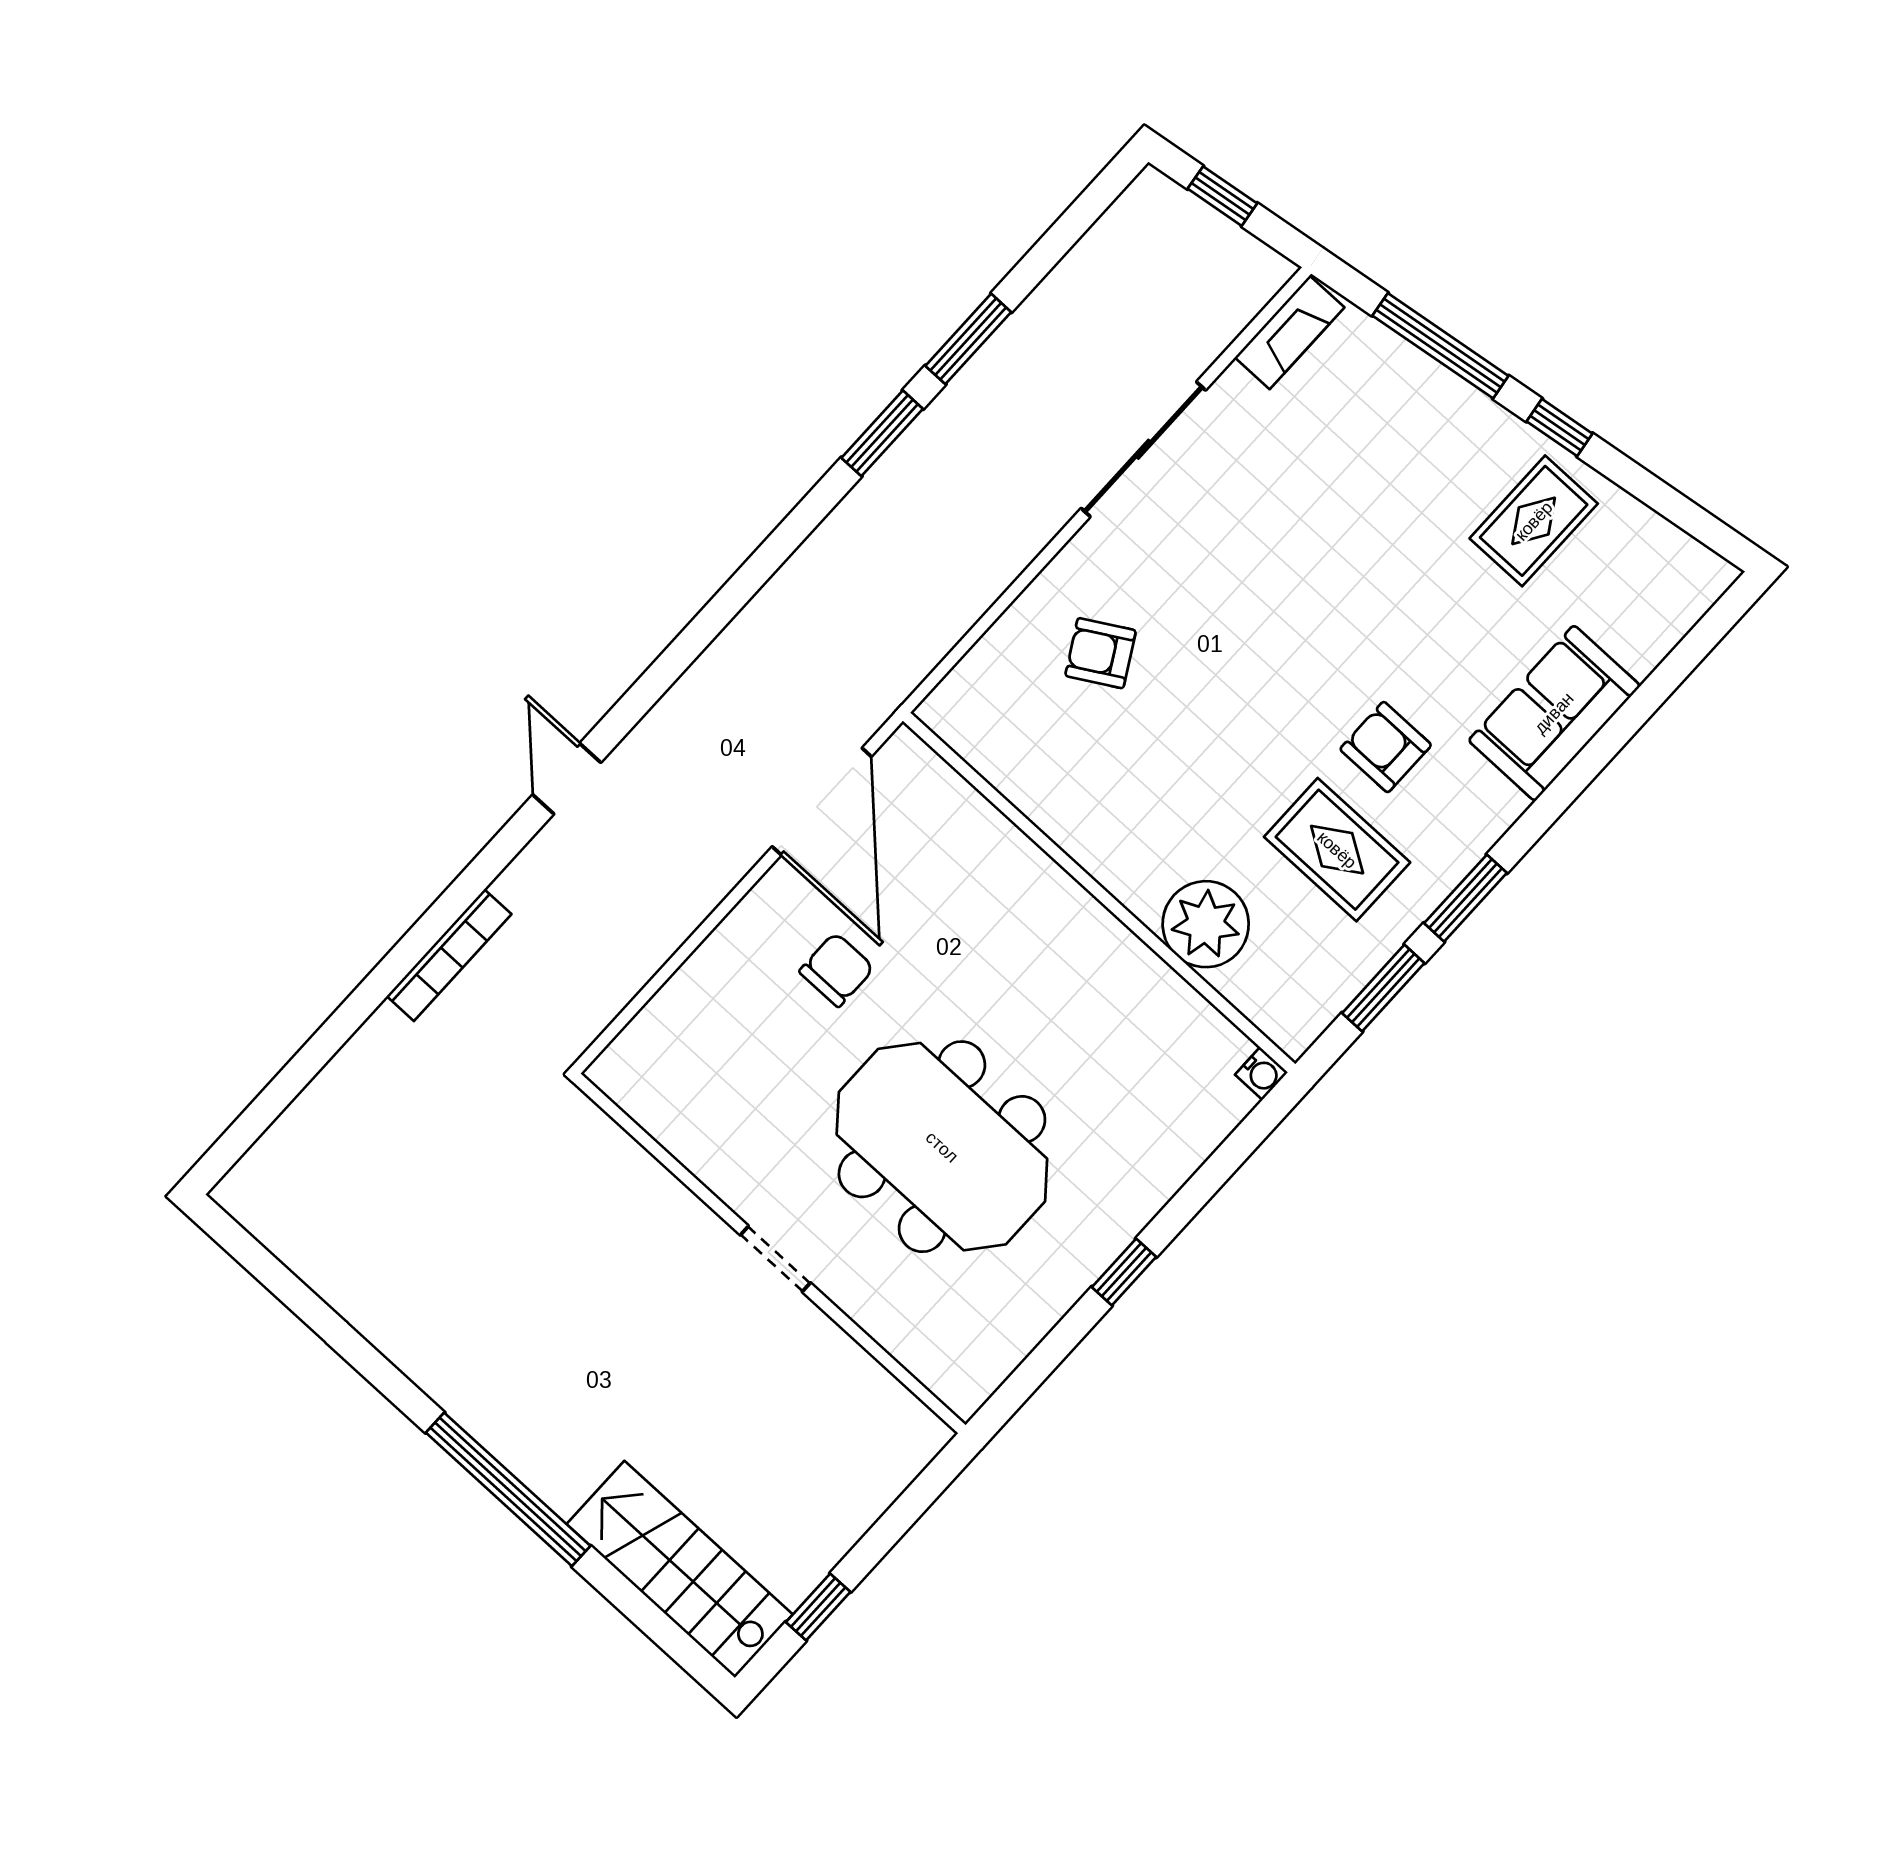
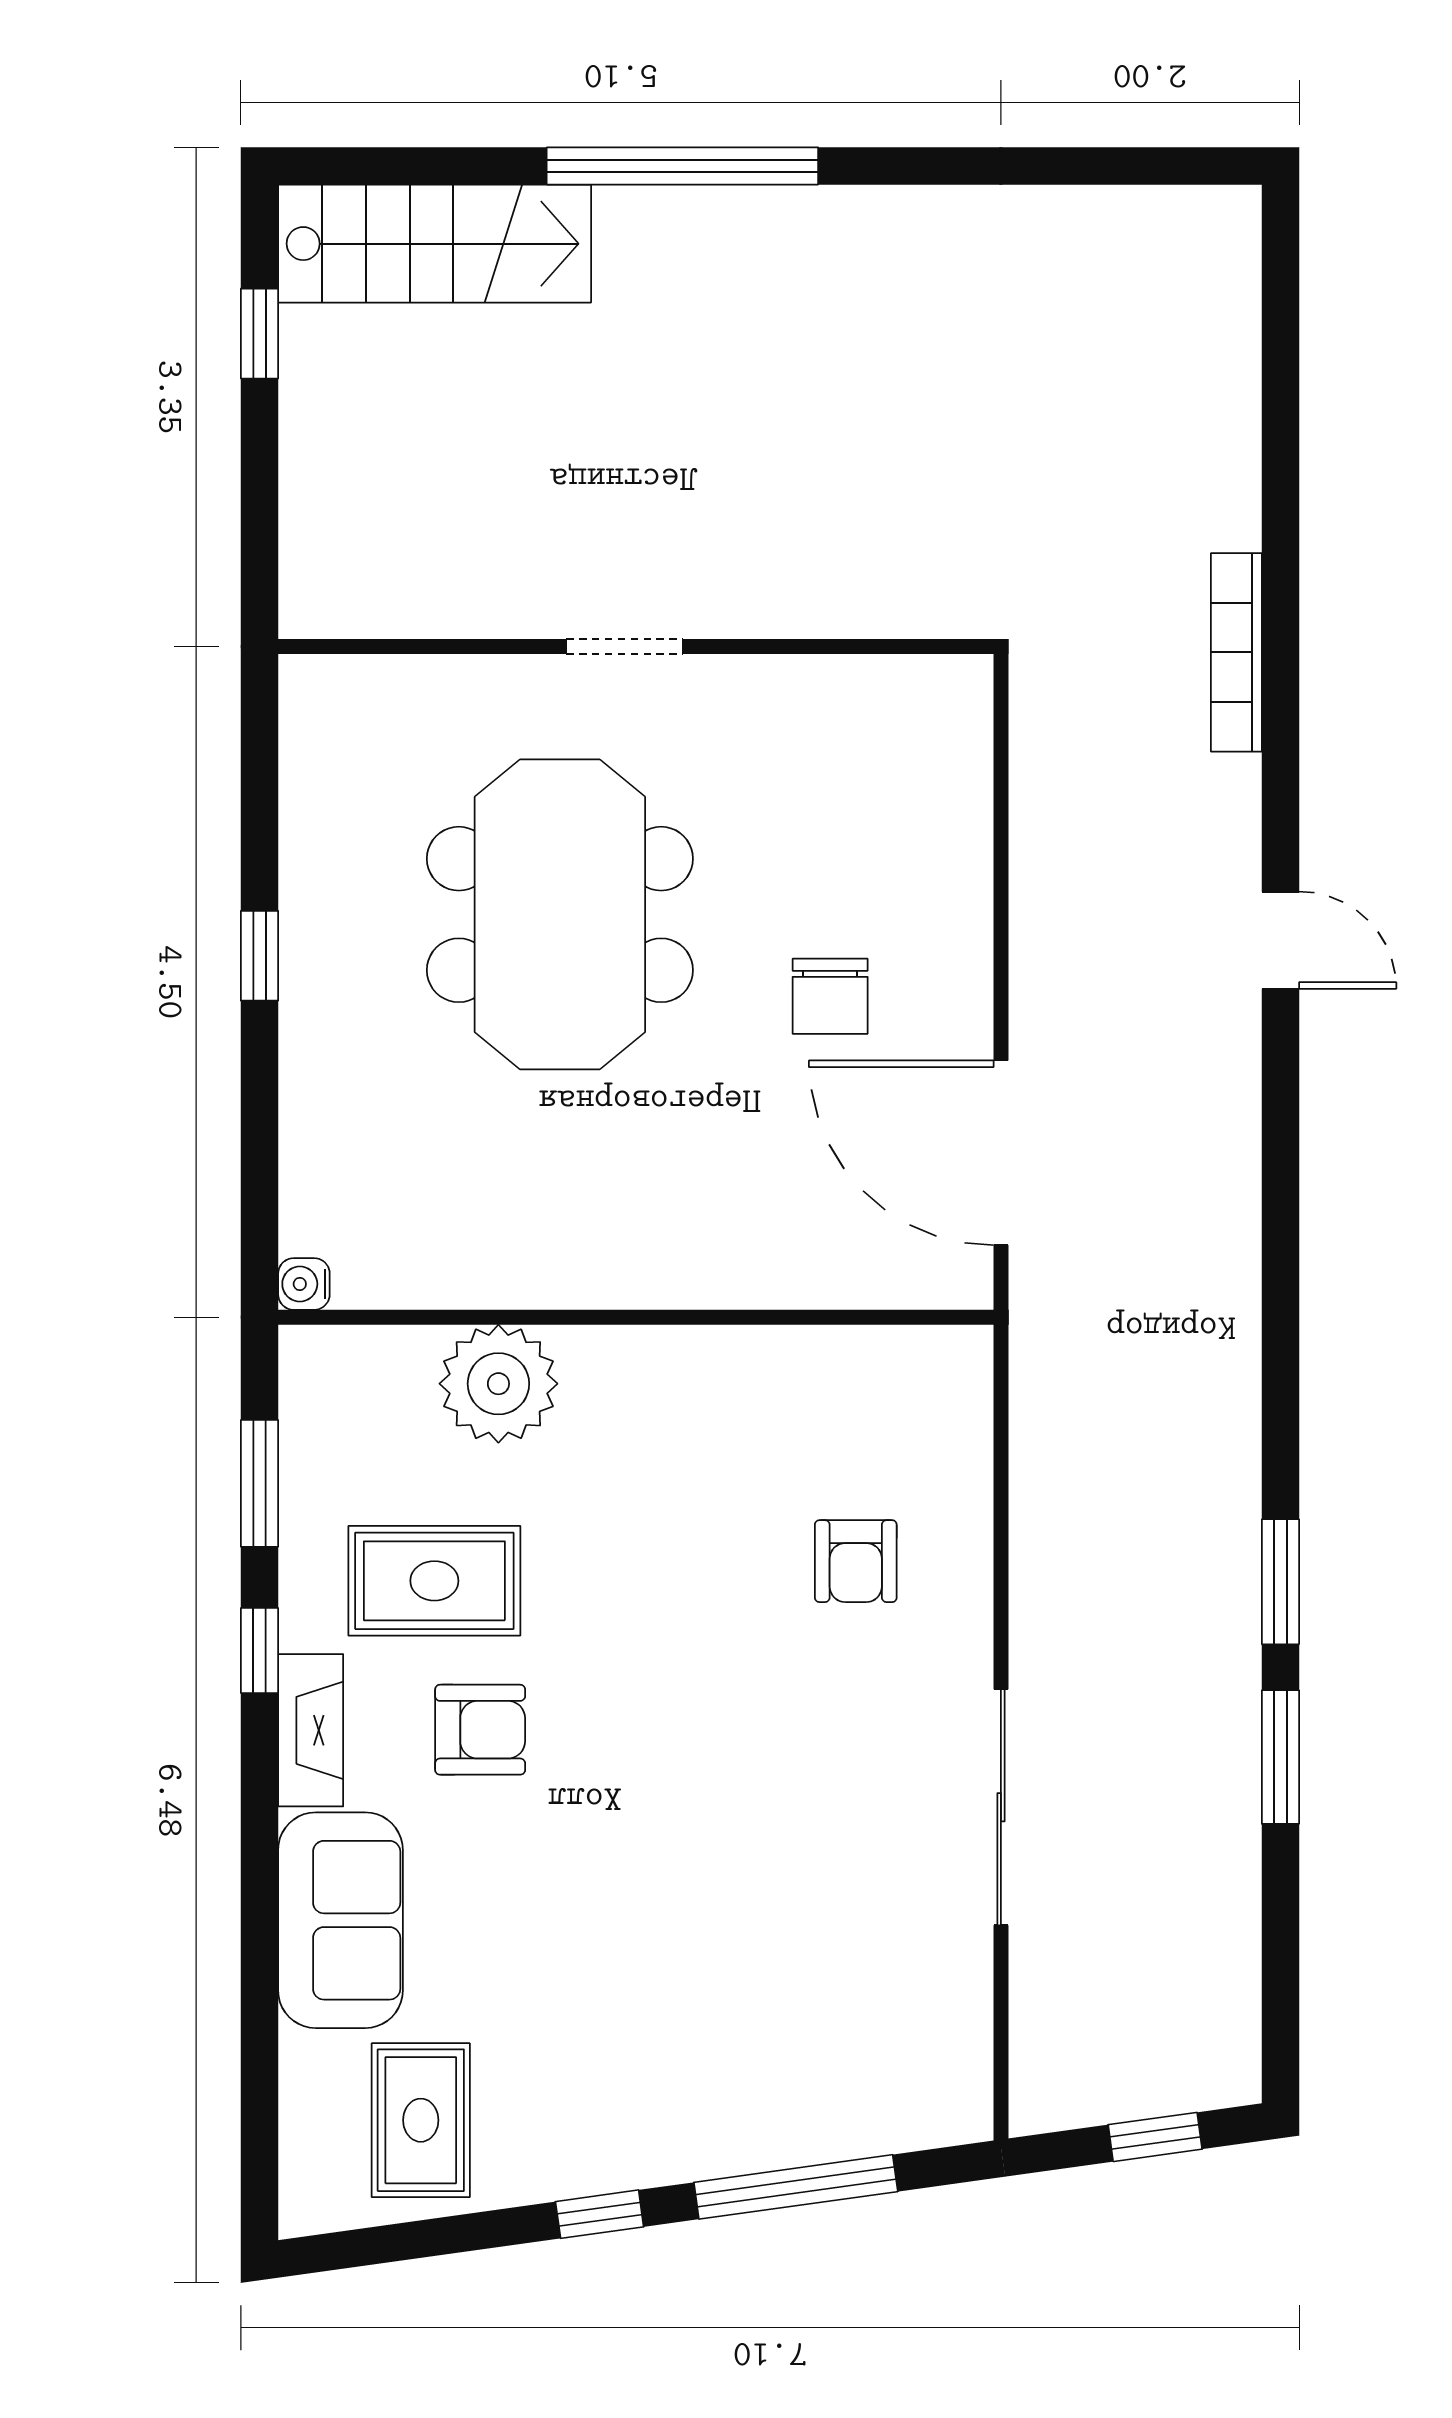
fireplace: (1290, 332) -> (311, 1730), moved, turned 180
rug: (1534, 521) -> (421, 2120), moved
armchair: (1101, 653) -> (856, 1561), turned 120
window: (1465, 898) -> (260, 1651), width x0.67
meeting table: (942, 1147) -> (560, 914), turned 90

